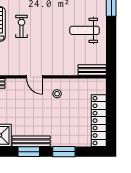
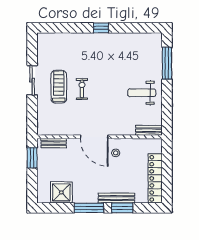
door: (34, 77) -> (94, 137), width x1.87
bench: (31, 141) -> (116, 198), moved
window: (29, 152) -> (89, 208), width x1.44

